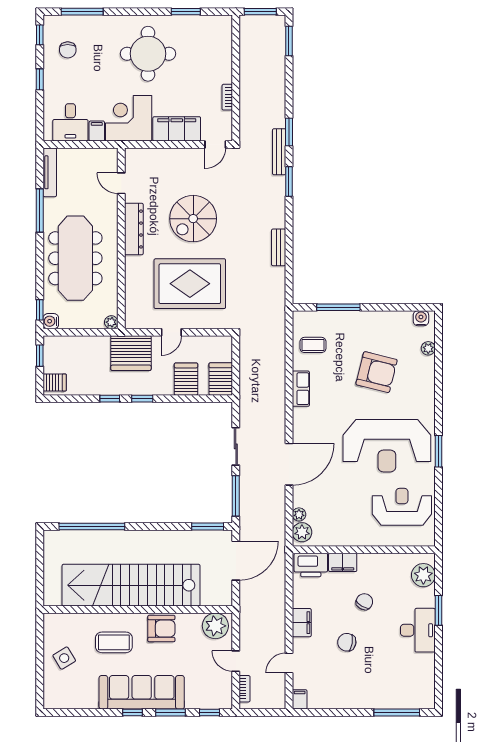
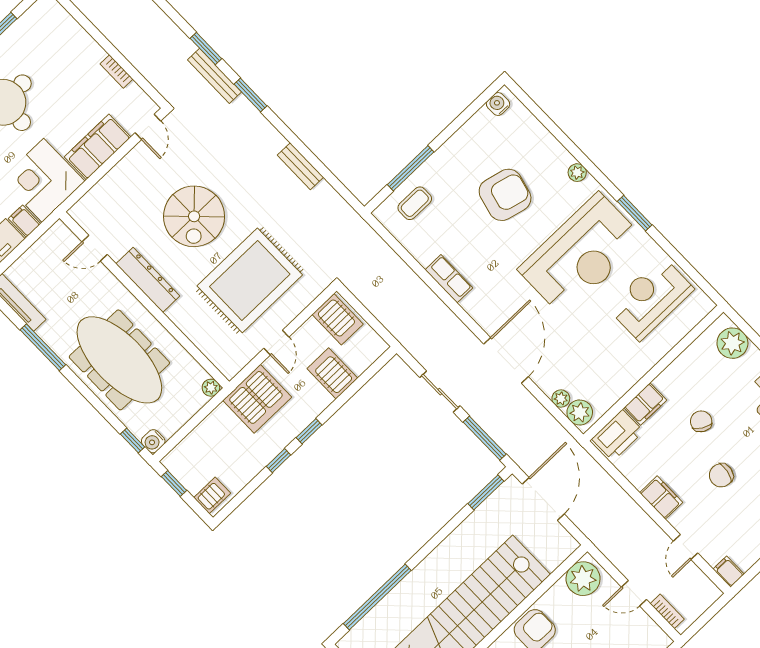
coffee table: (313, 345) -> (415, 203), moved
plant: (428, 348) -> (577, 173), moved
server rack: (221, 379) -> (338, 319), moved, turned 180

